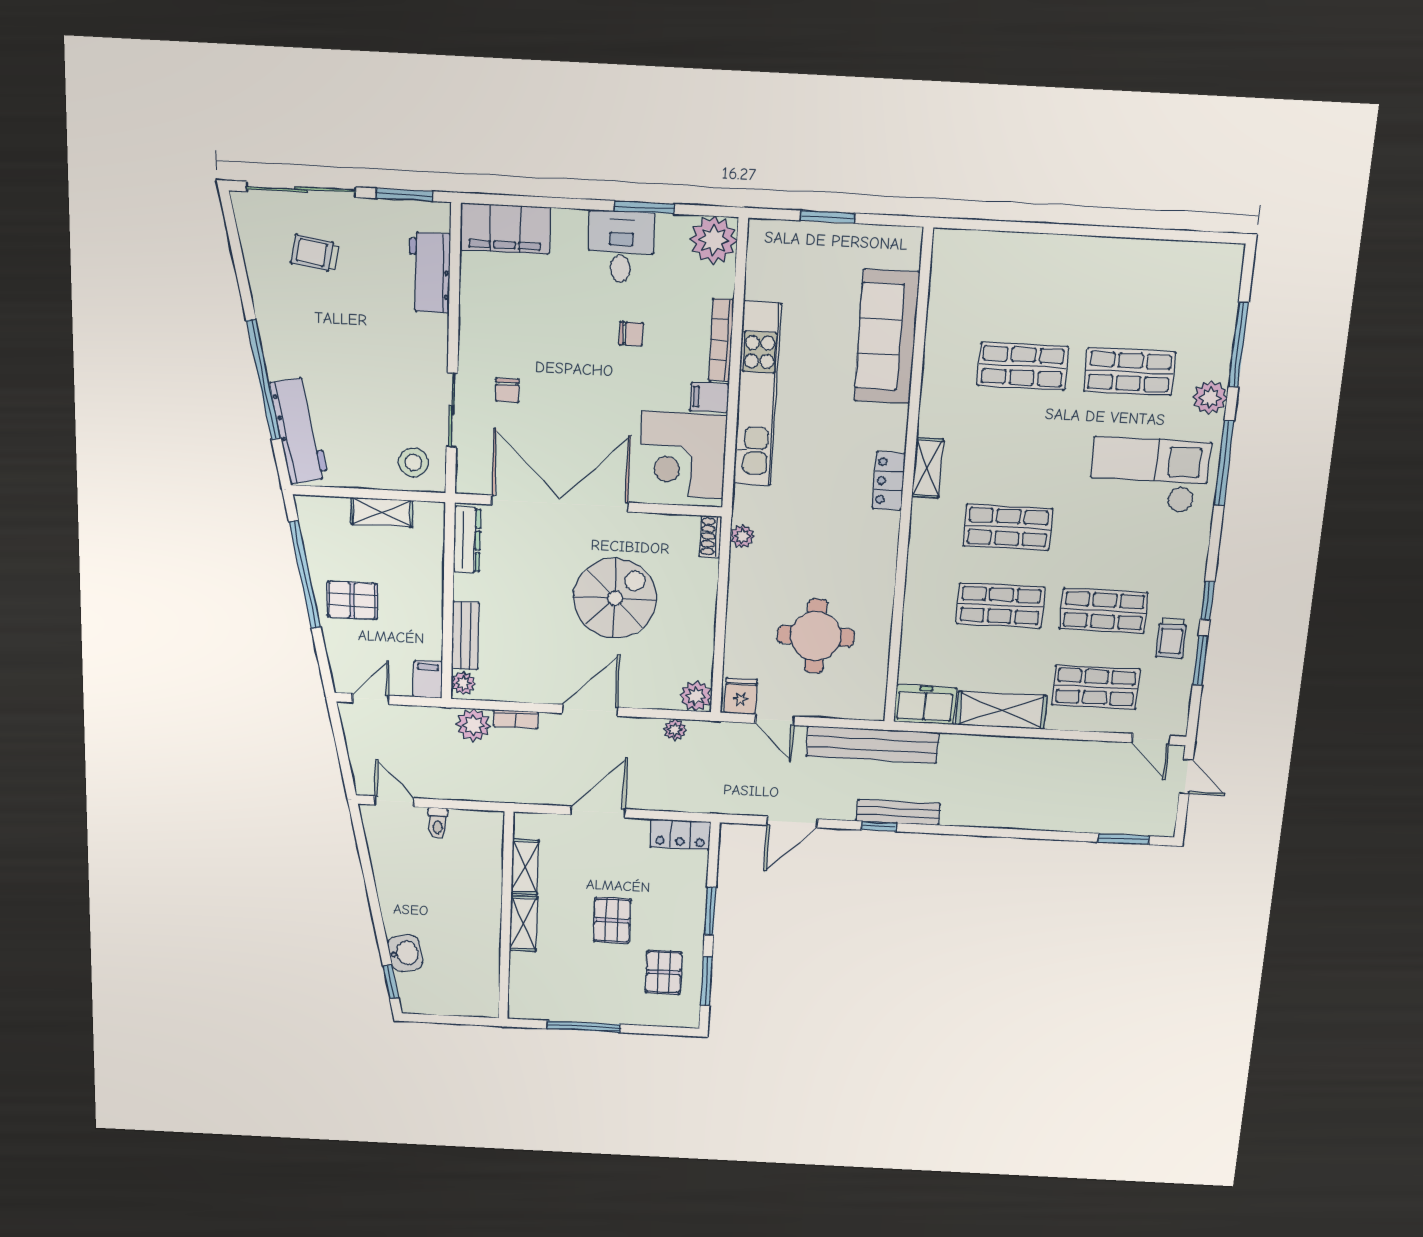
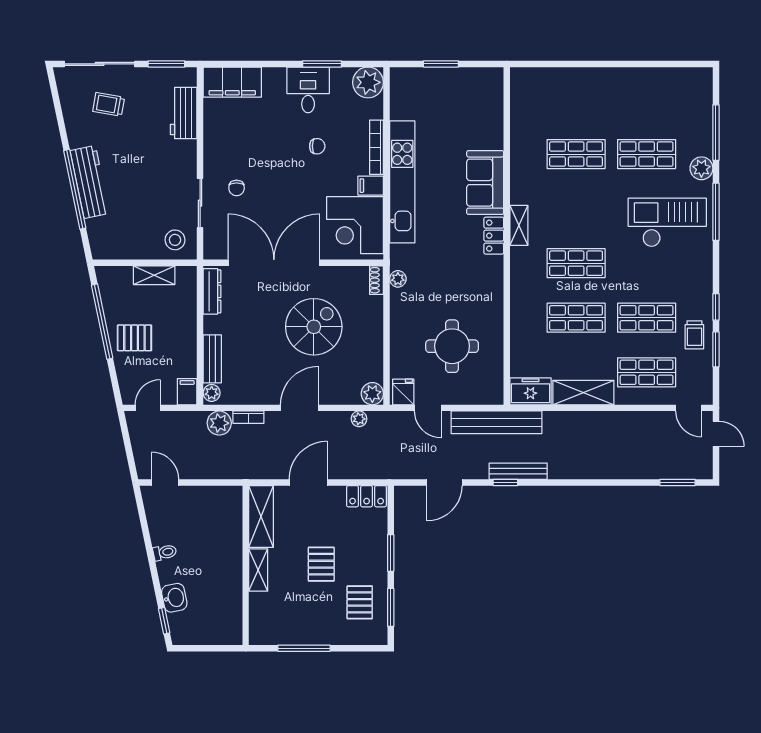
sofa: (887, 337) -> (485, 183), moved, width x0.73
workbench: (299, 431) -> (90, 182), moved
toilet: (438, 823) -> (165, 552), moved, turned -102
shelving: (525, 867) -> (261, 516), width x1.50, depth x1.33

